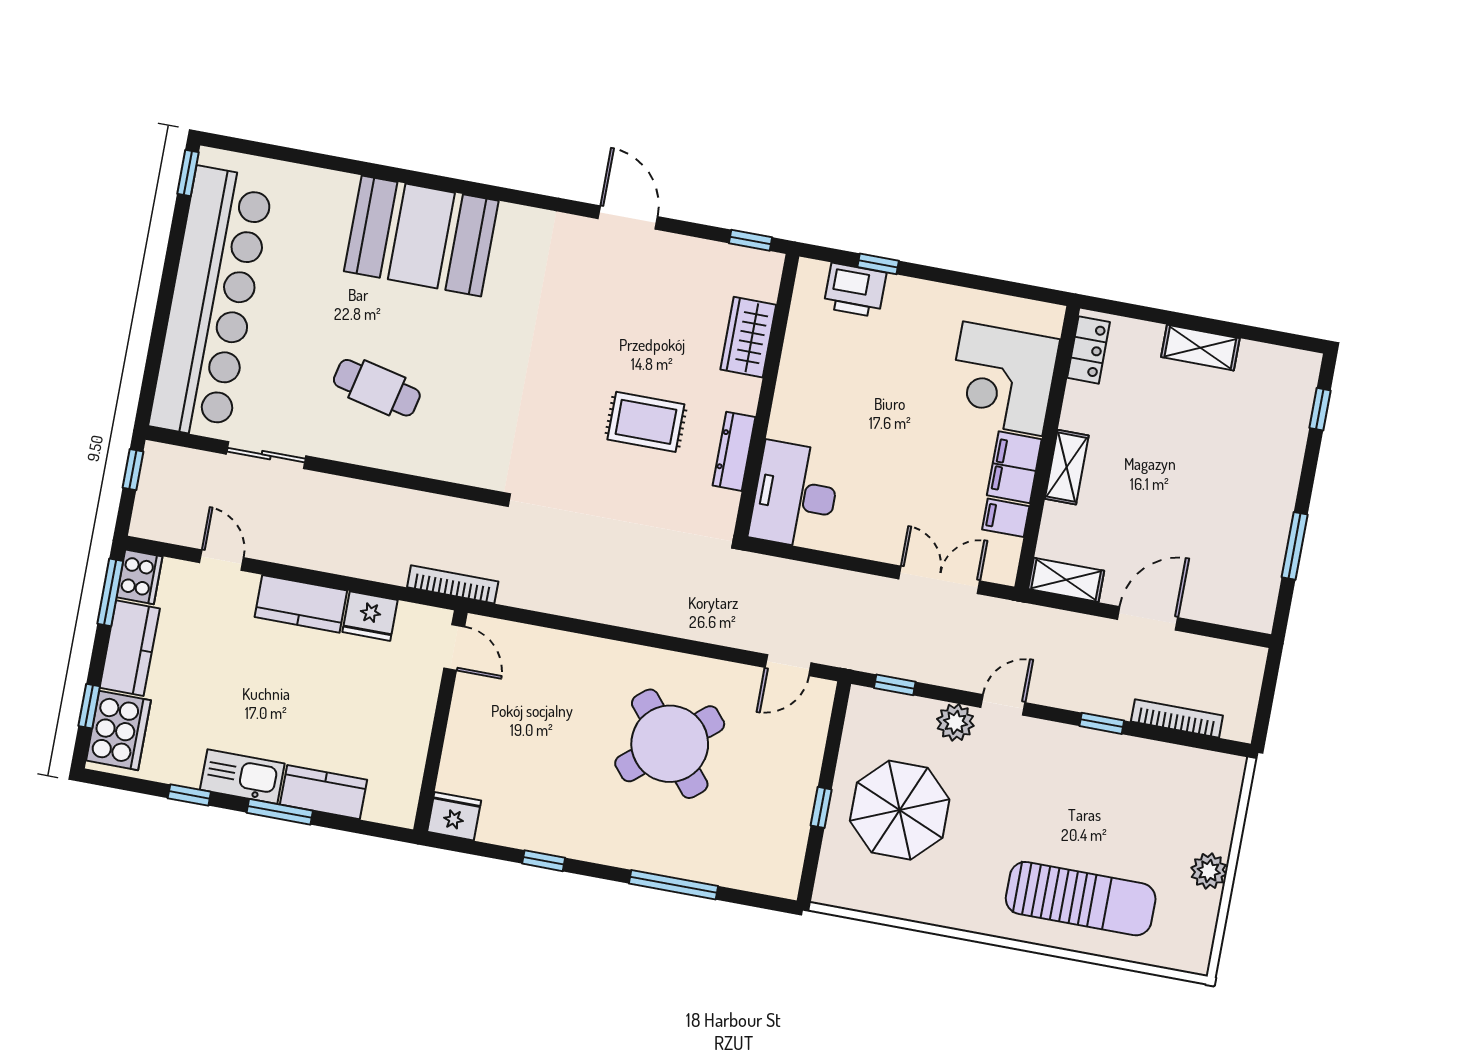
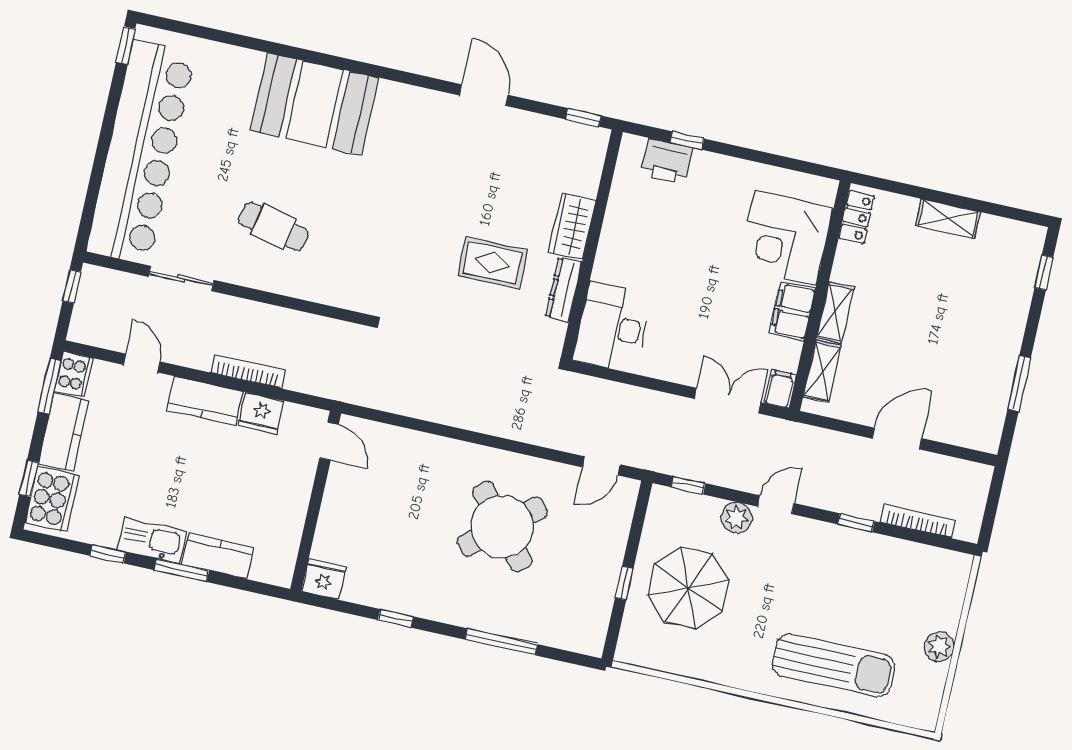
wardrobe: (748, 337) -> (572, 226), moved
filing cabinet: (1006, 518) -> (780, 389), moved, turned 90
shelving: (1066, 580) -> (822, 371), moved, turned 90
bookcase: (453, 584) -> (248, 371), moved

